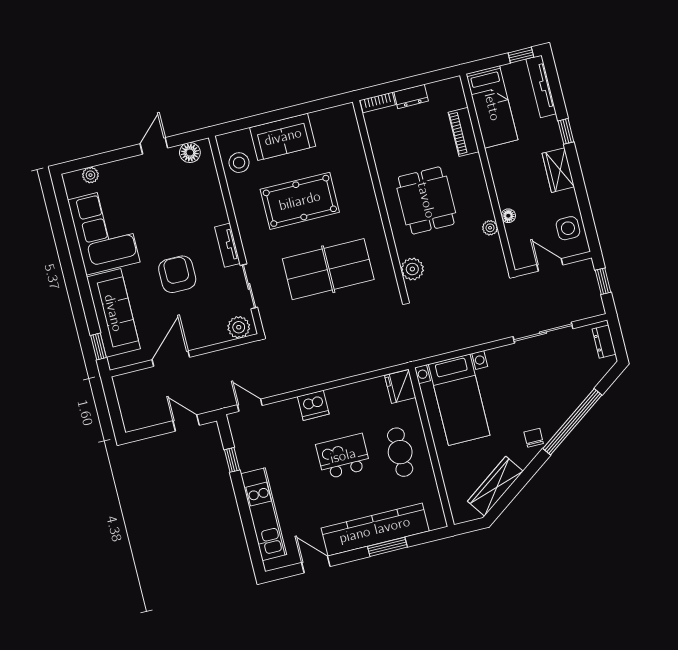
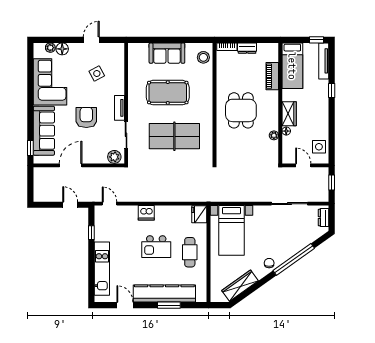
floor lamp: (190, 153) -> (62, 49), moved
stool: (239, 163) -> (203, 57), moved
wardrobe: (558, 170) -> (289, 114), moved, turned 180
side table: (177, 198) -> (97, 73), added
plant: (412, 269) -> (223, 148), removed
kitchen island: (343, 456) -> (156, 247), turned 180

